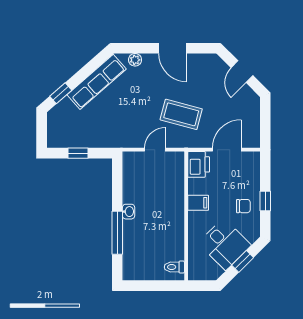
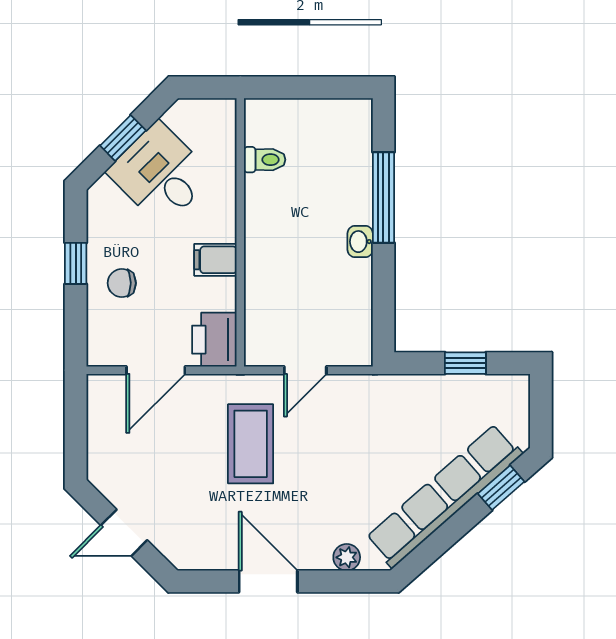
door: (242, 72) -> (124, 533), swing flipped
row of seats: (97, 82) -> (444, 496), width x1.36
coffee table: (181, 114) -> (251, 444), turned 75
chair: (243, 206) -> (122, 283), moved
toilet: (174, 267) -> (265, 160), moved

